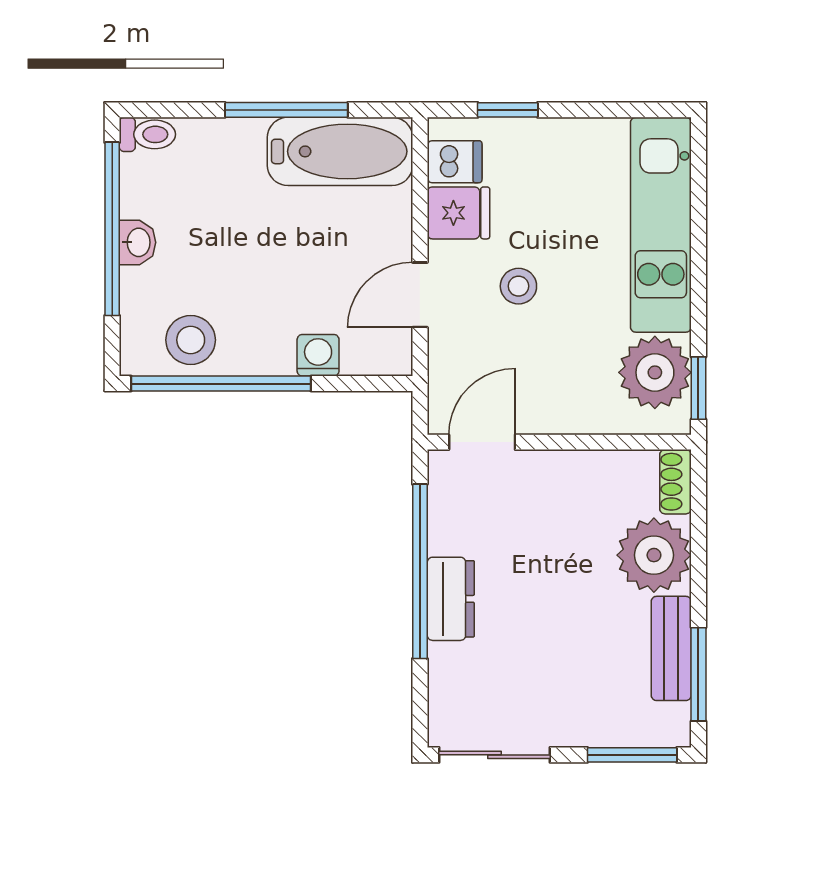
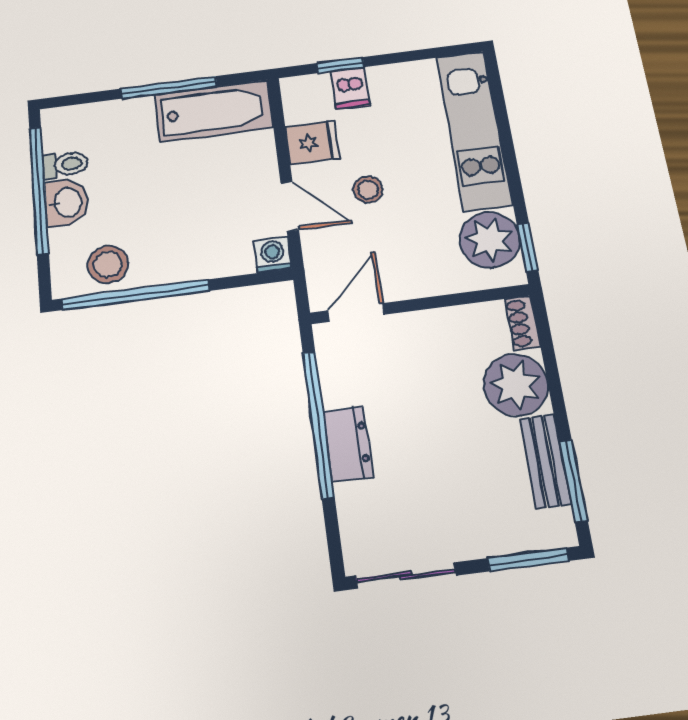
toilet: (147, 134) -> (65, 164), moved
dishwasher: (455, 162) -> (350, 88), moved, turned 90
washbasin: (138, 242) -> (67, 203), width x1.38, depth x1.45
door: (420, 295) -> (290, 206), swing flipped
washing machine: (318, 355) -> (273, 255), moved

